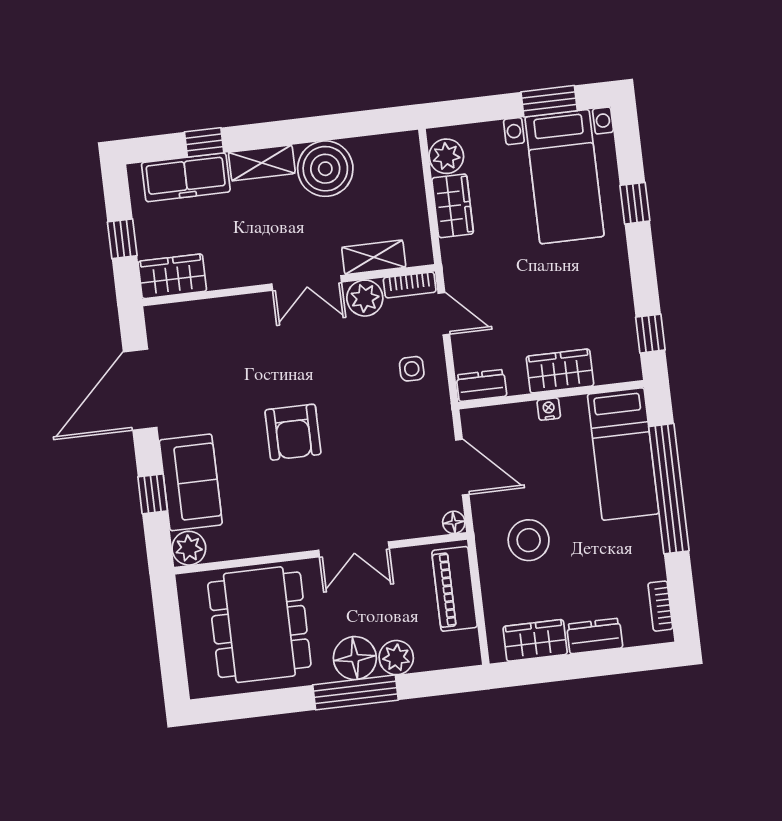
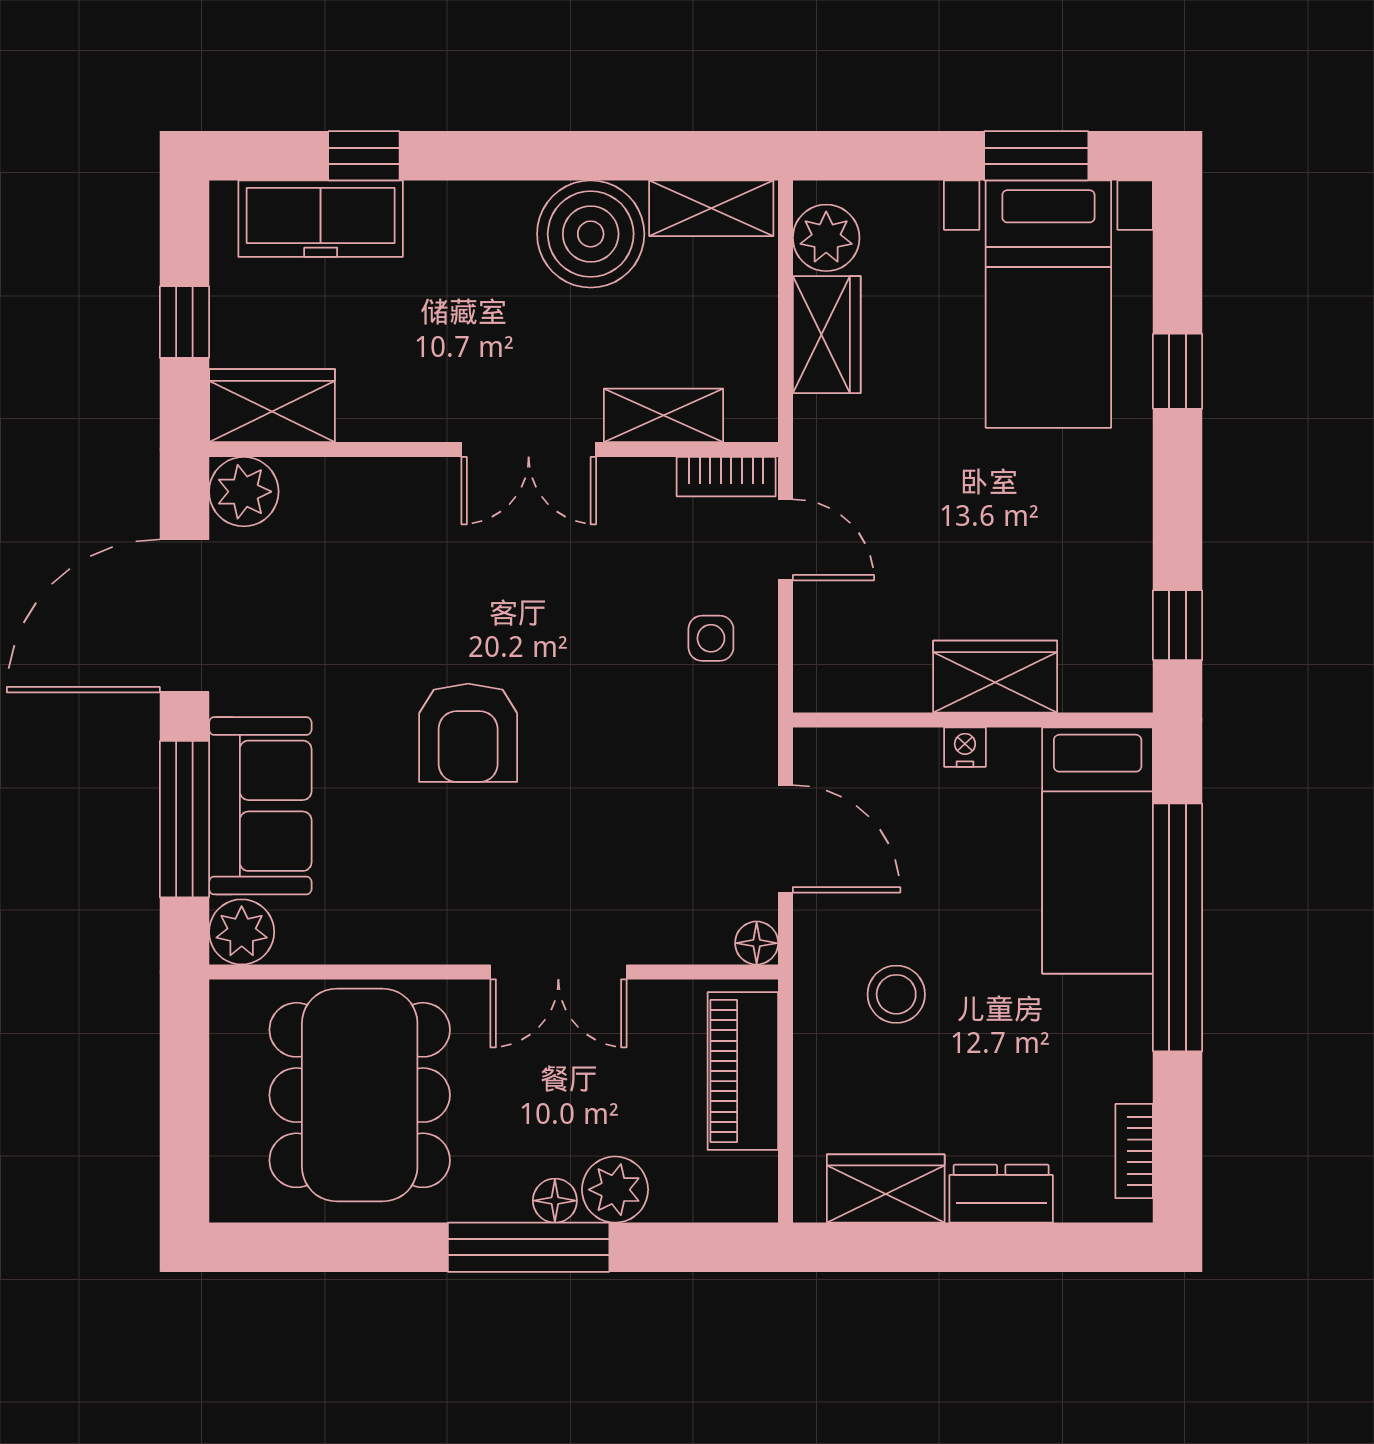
shelving: (262, 163) -> (711, 208), moved
plant: (365, 298) -> (244, 492), moved
dresser: (481, 385) -> (841, 686), removed
window: (153, 494) -> (184, 819), width x2.17
stool: (529, 540) -> (896, 994), width x0.73, depth x0.73
floor lamp: (355, 658) -> (555, 1201), width x0.53, depth x0.53

